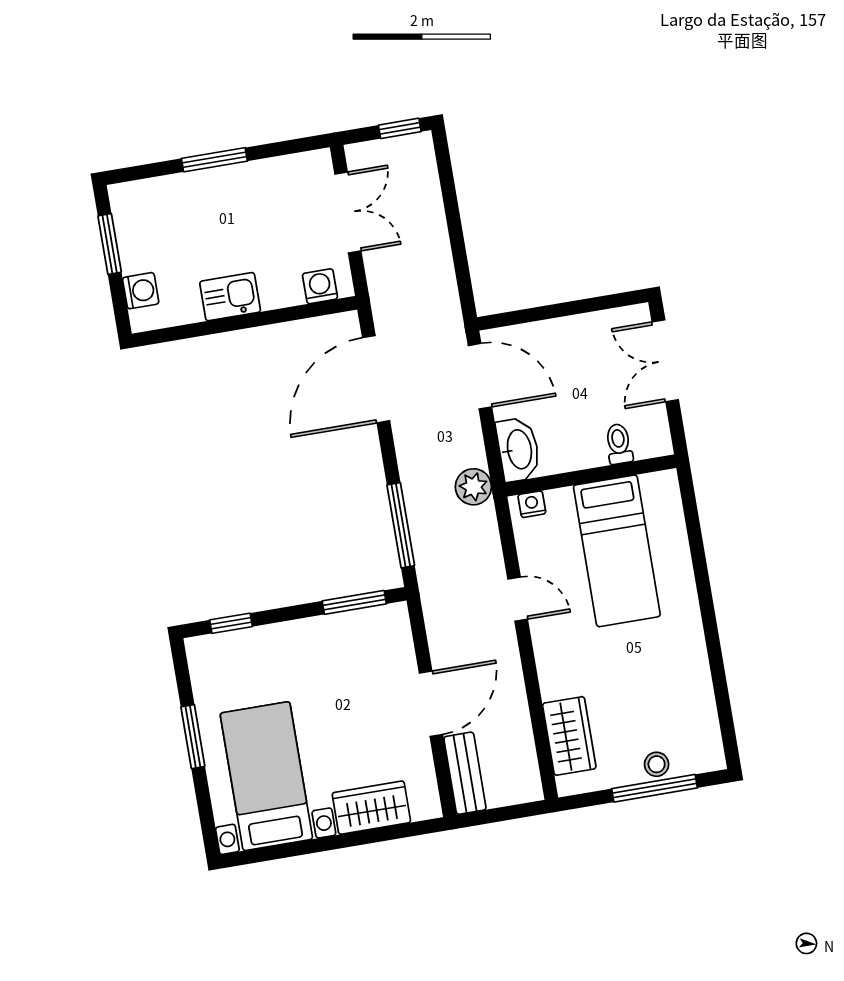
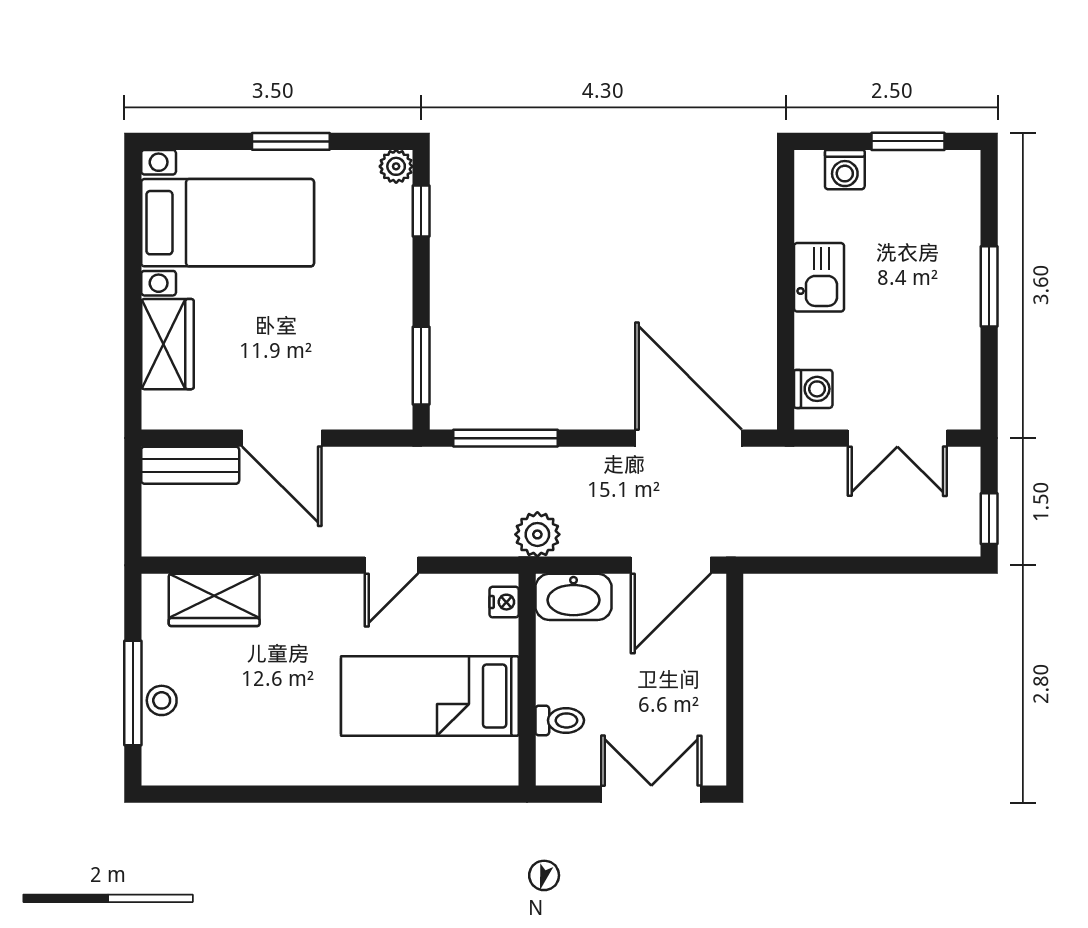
plant: (199, 649) -> (396, 166), added

